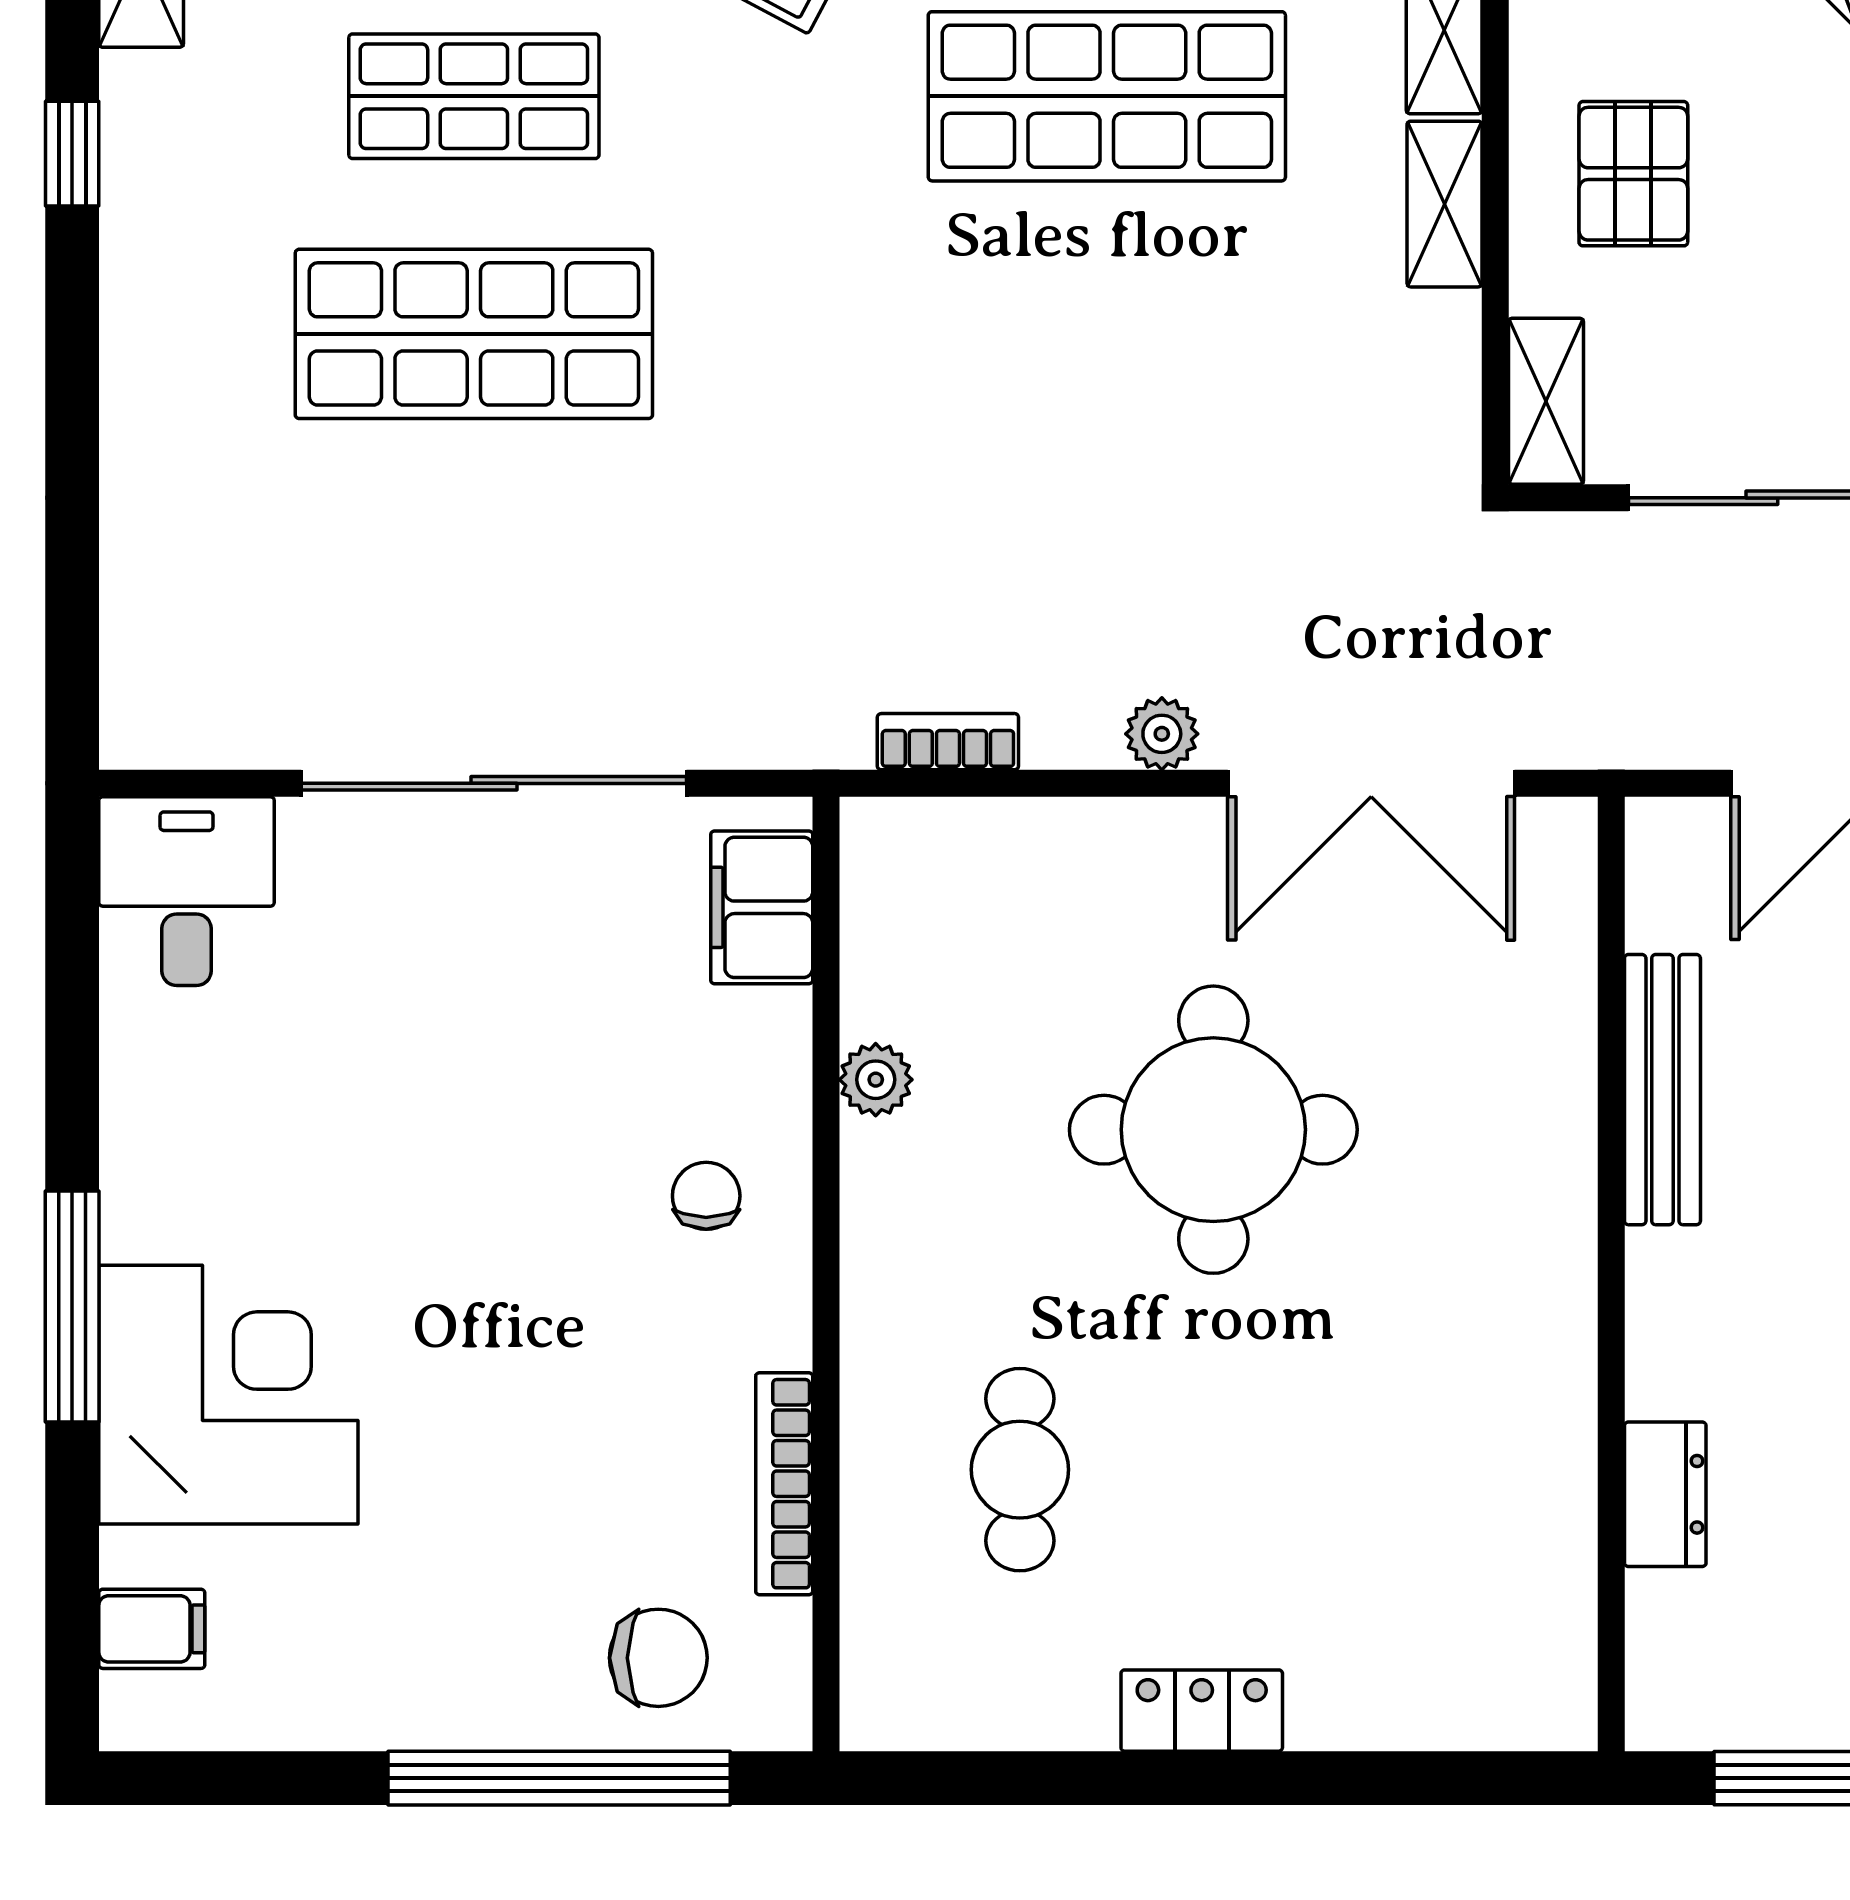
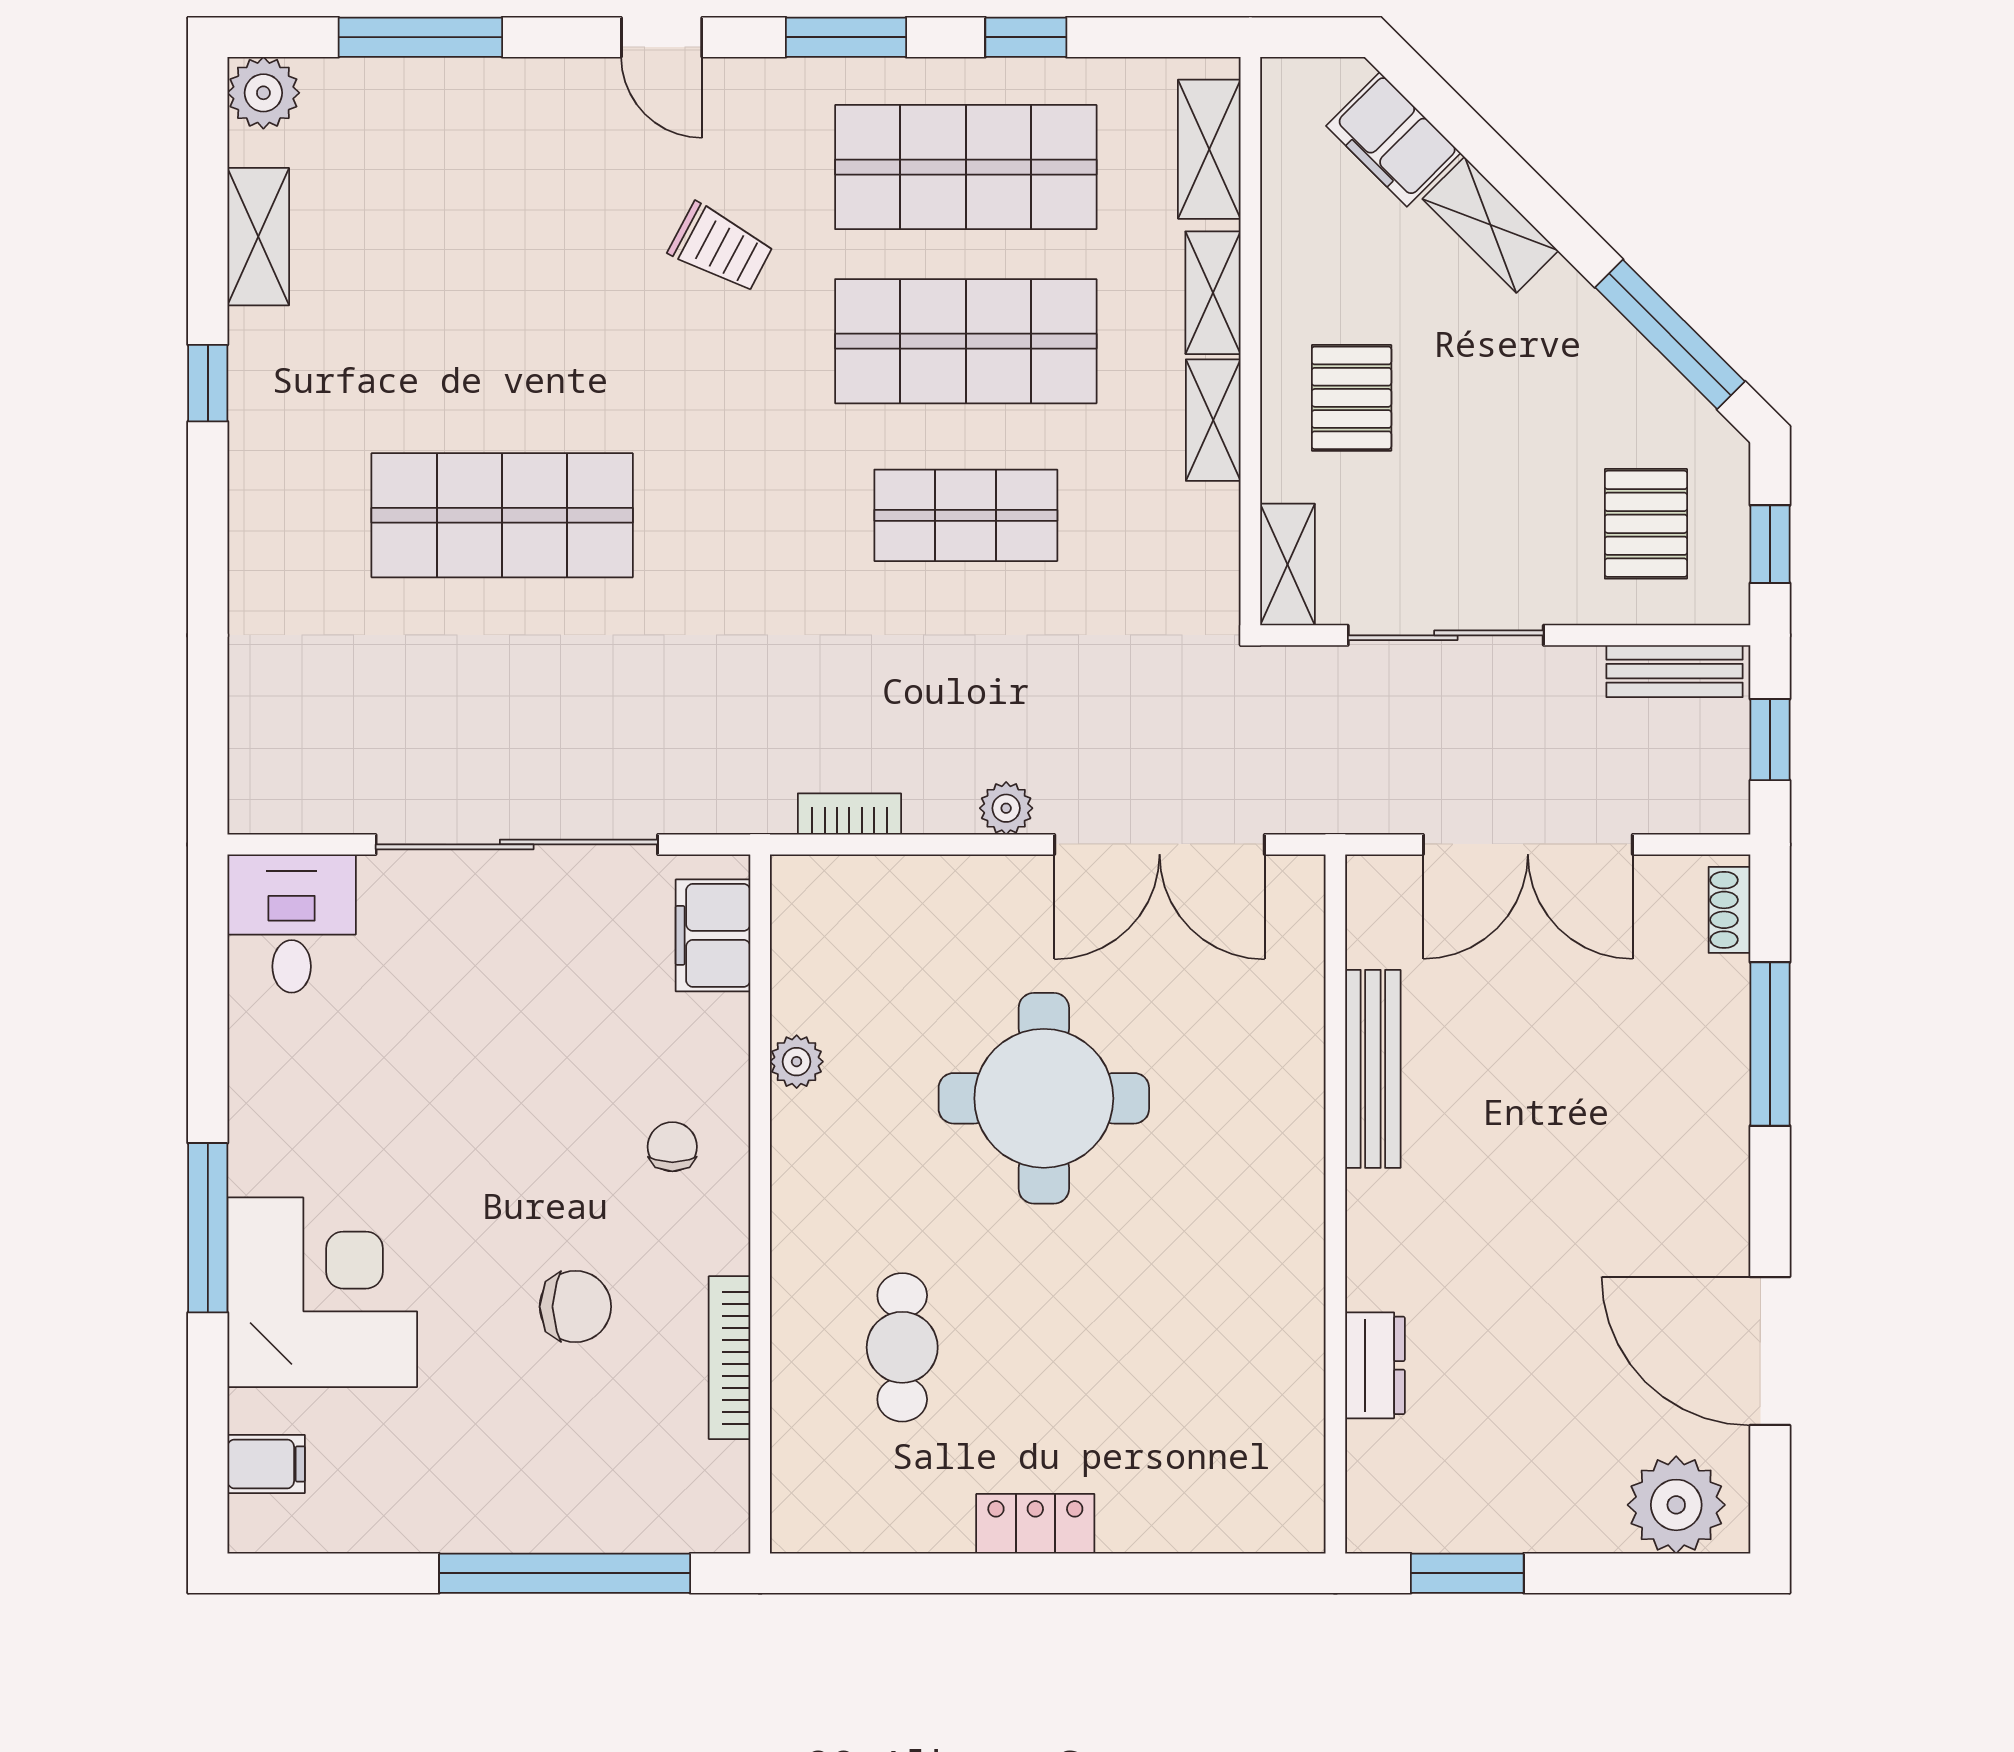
shop shelf: (474, 96) -> (966, 515), moved
chair: (658, 1658) -> (575, 1307), moved

